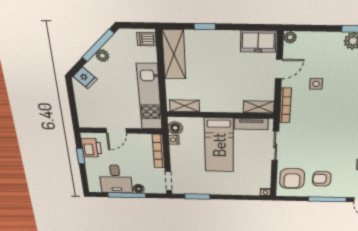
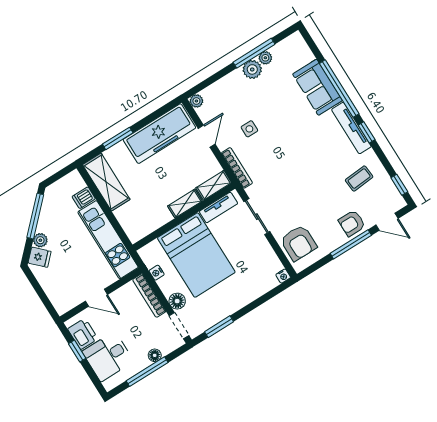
window: (205, 27) -> (118, 138), width x1.50
dishwasher: (146, 39) -> (84, 198), moved
freezer: (258, 41) -> (159, 134), width x1.91, depth x1.26
plant: (102, 56) -> (40, 240), moved
shelving: (185, 106) -> (185, 203), moved
floor lamp: (175, 128) -> (177, 301), moved
door: (116, 131) -> (96, 298), hinge flipped
bed: (219, 145) -> (196, 255), width x1.50
desk: (116, 179) -> (108, 356), moved, turned 90
armchair: (322, 179) -> (352, 223), moved

